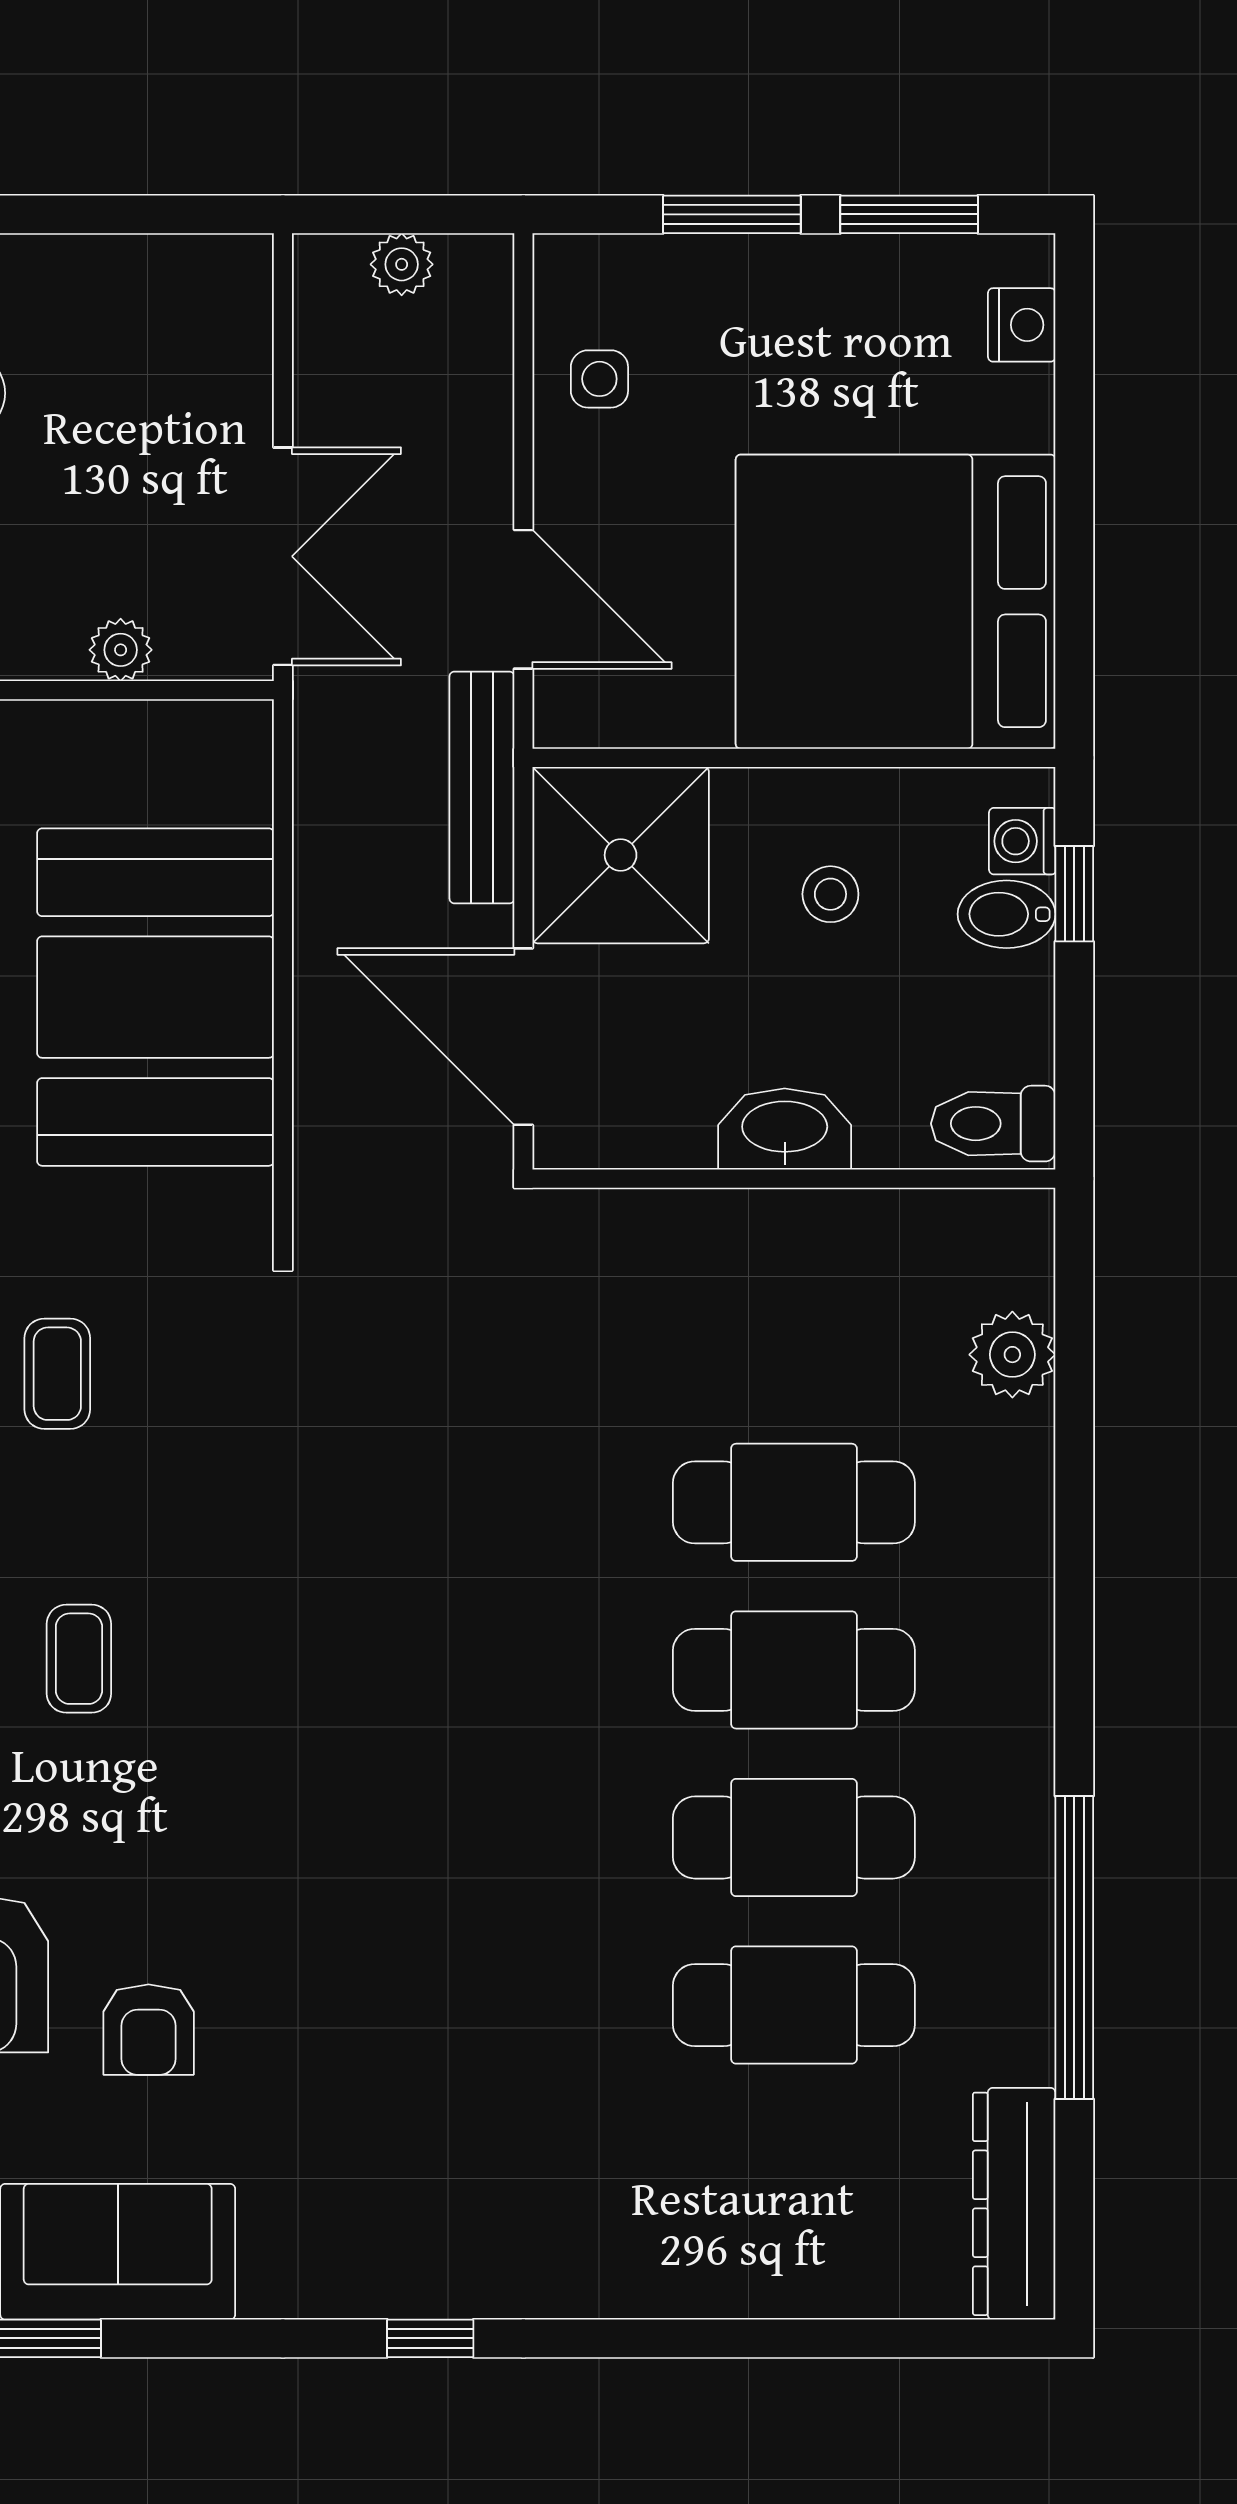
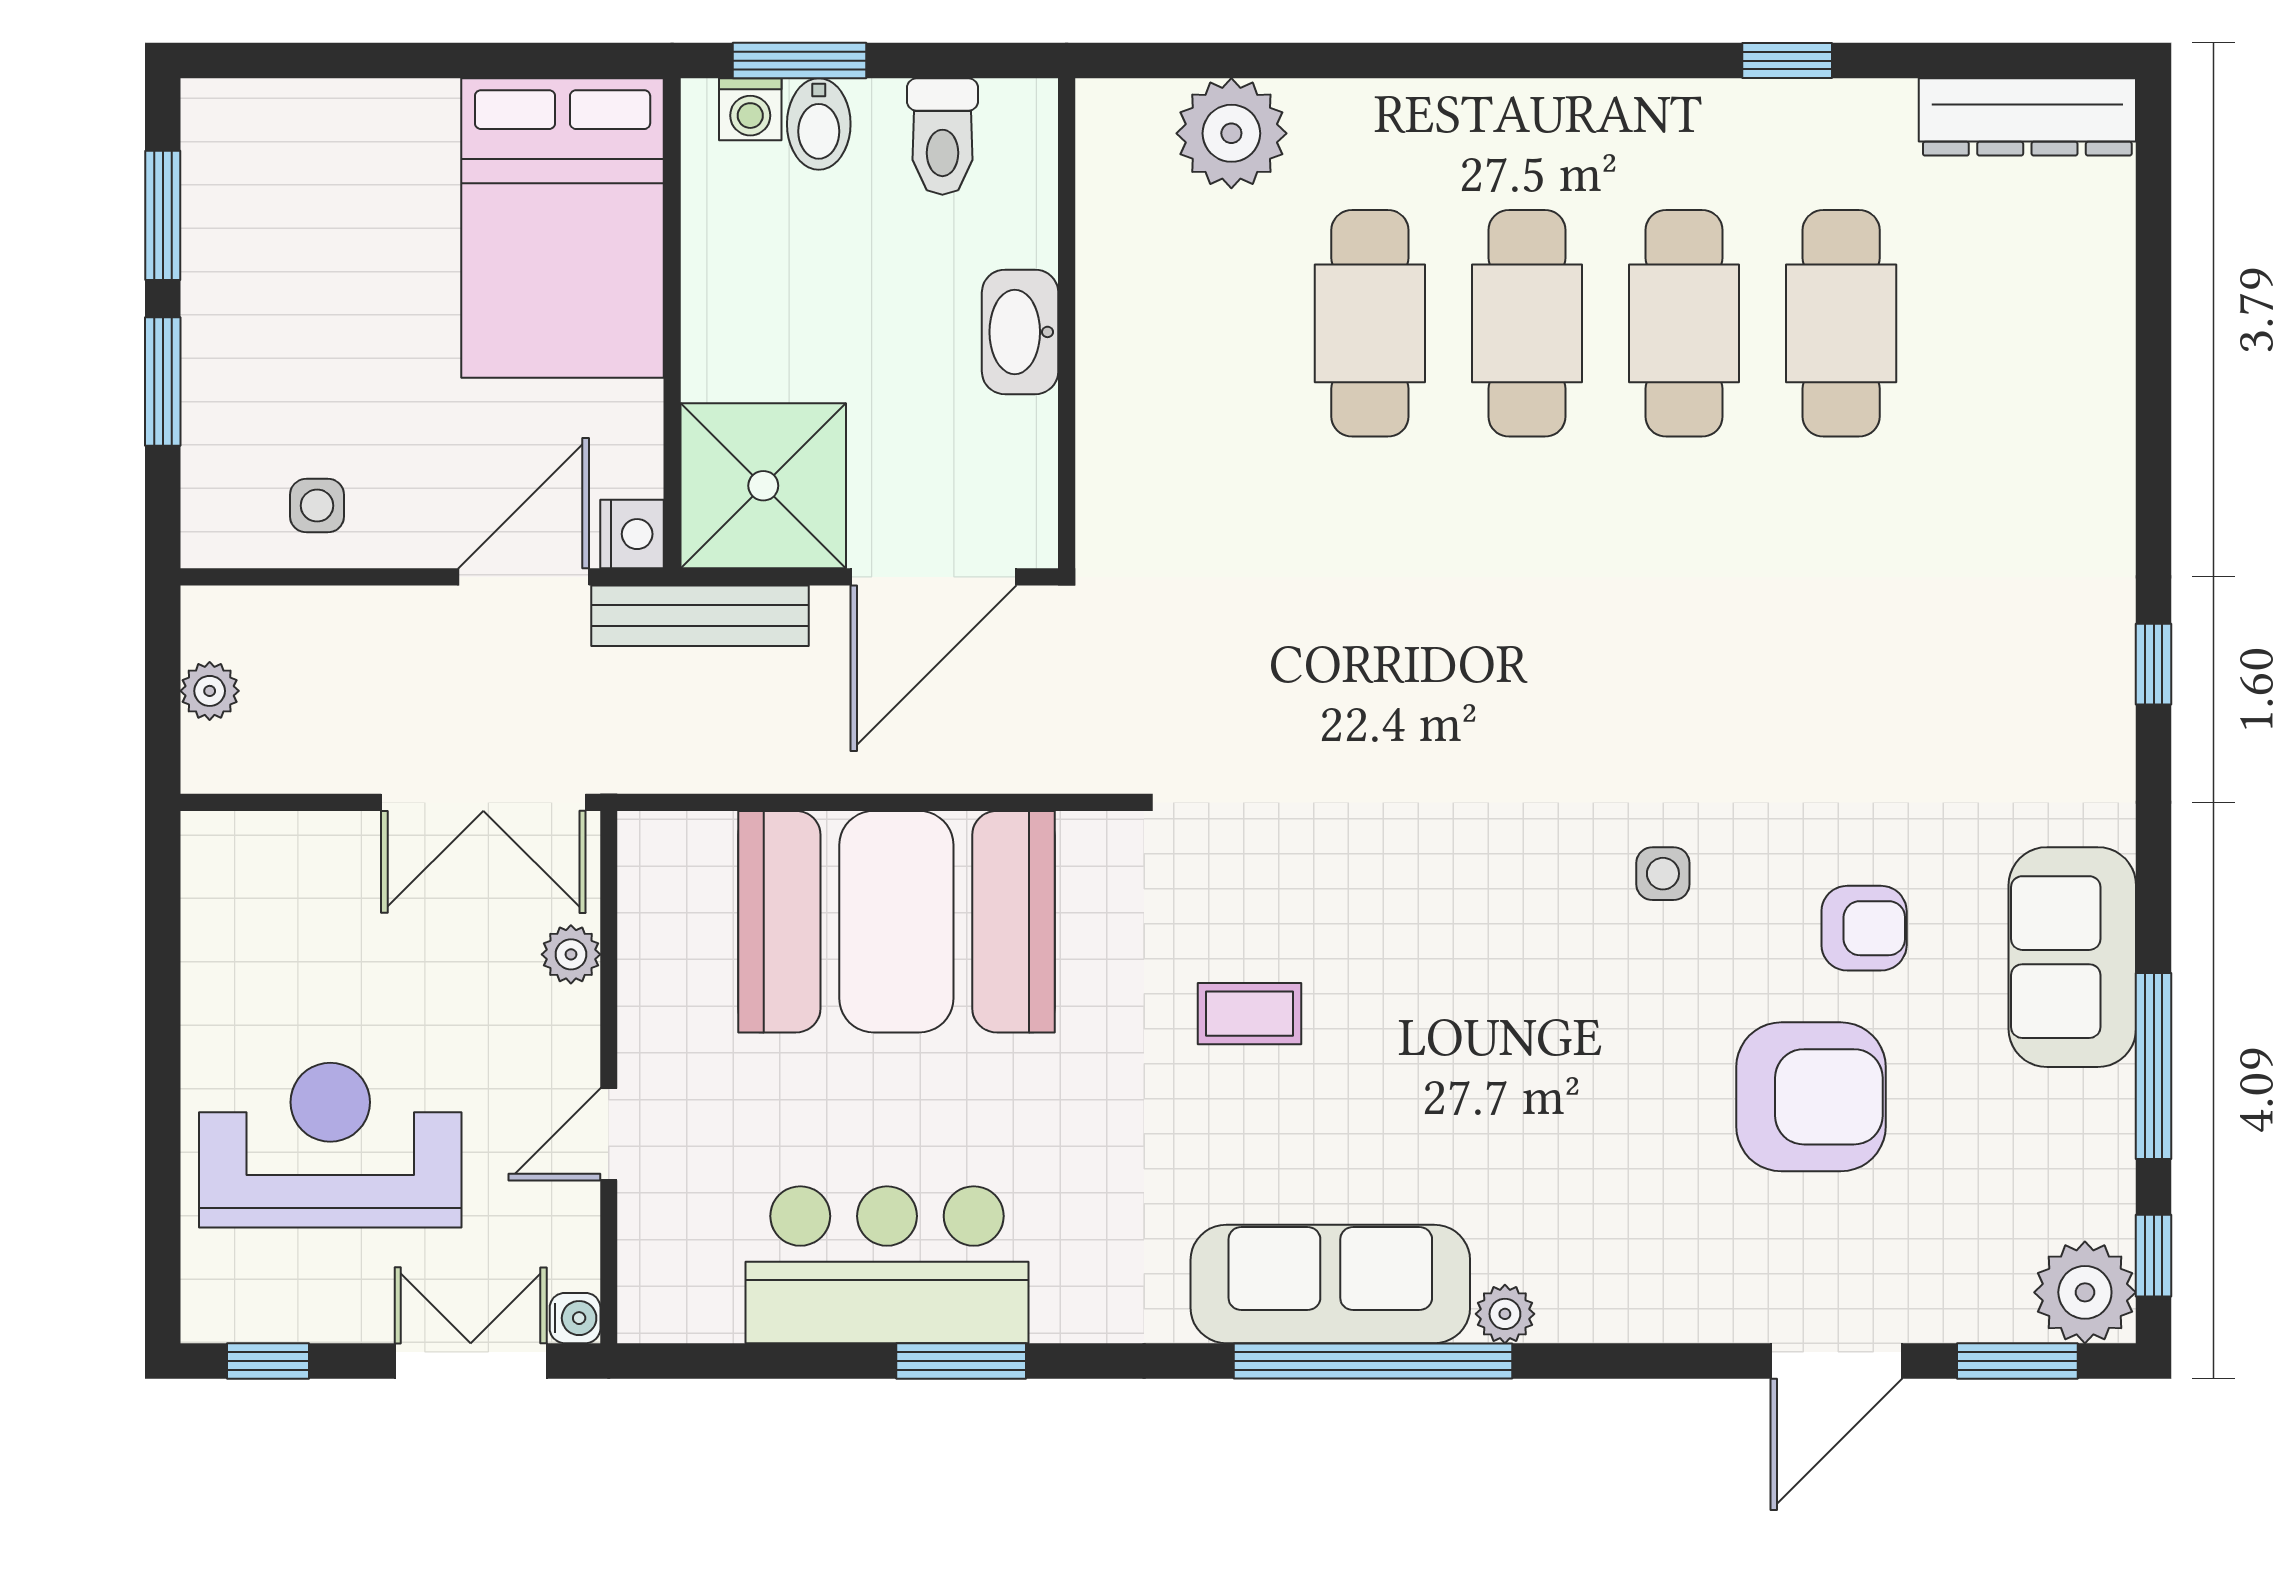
nightstand: (1022, 325) -> (632, 534), moved, turned 90
double door: (283, 556) -> (483, 802), swing flipped
bed: (896, 602) -> (563, 228), width x0.73
stool: (830, 894) -> (800, 289), removed
window: (1074, 894) -> (800, 61), width x1.50
toilet: (993, 1124) -> (942, 137), moved
plant: (1012, 1355) -> (1231, 133), width x1.36, depth x1.36
coffee table: (79, 1659) -> (1516, 993), removed
side table: (207, 1815) -> (1663, 874), added
window: (1074, 1948) -> (1787, 61), width x0.32

